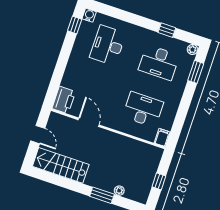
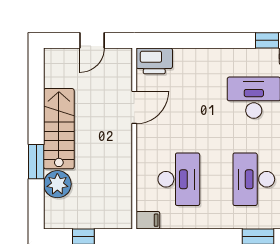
stairs: (61, 165) -> (59, 129), moved
plant: (119, 191) -> (57, 184), width x1.87, depth x1.87

